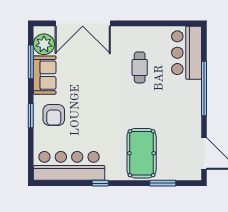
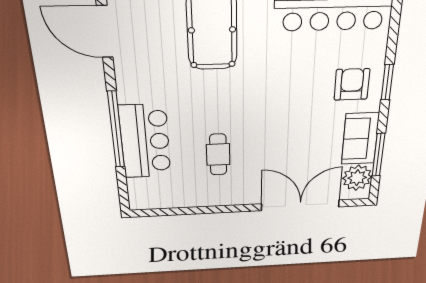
bar counter: (187, 53) -> (145, 141), moved

